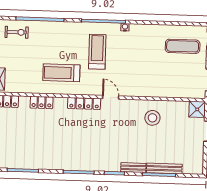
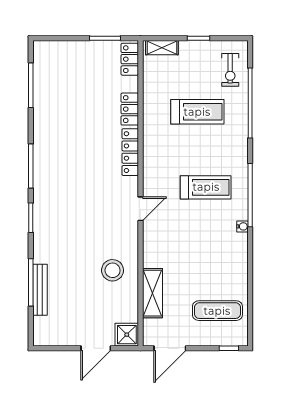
exercise mat: (183, 46) -> (217, 311), turned 90
treadmill: (61, 73) -> (197, 112), moved, turned 90
shelving: (169, 91) -> (152, 293), added
locker: (84, 103) -> (130, 152), moved
bench: (133, 168) -> (40, 245), removed

